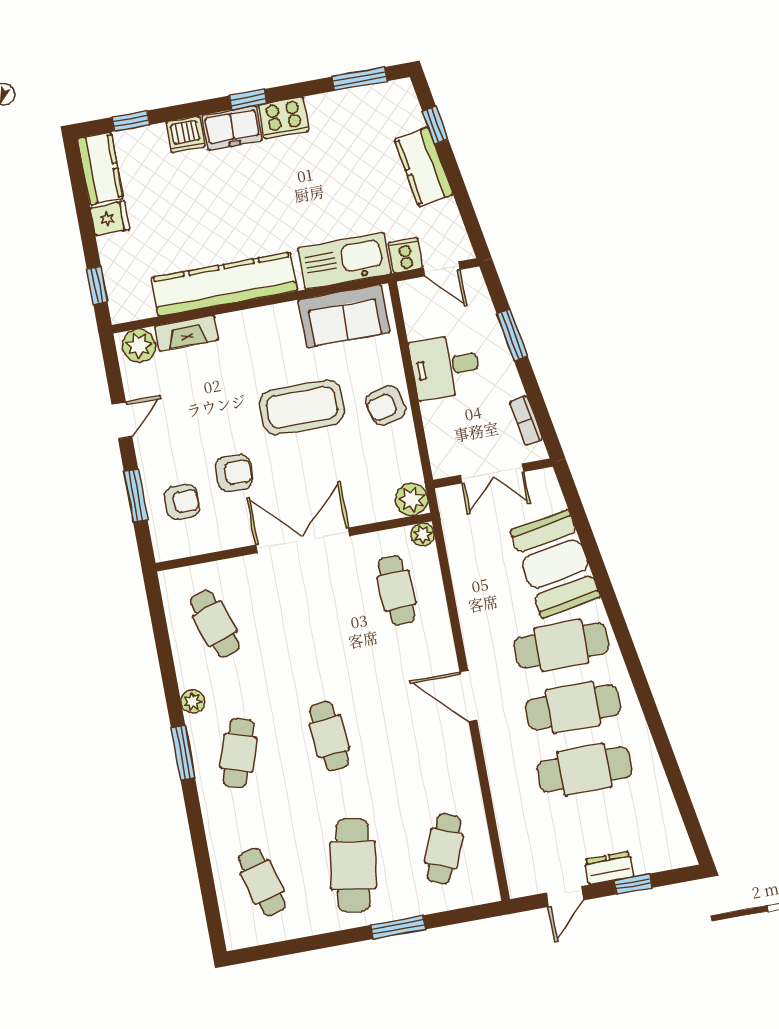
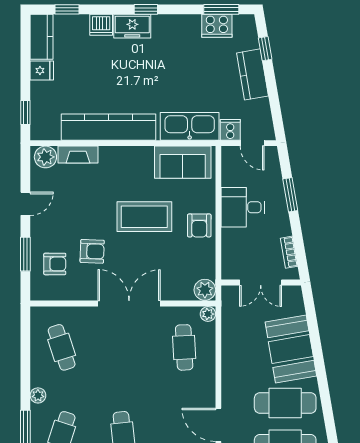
cooker: (284, 118) -> (217, 26), moved
armchair: (386, 405) -> (199, 225), turned -76

